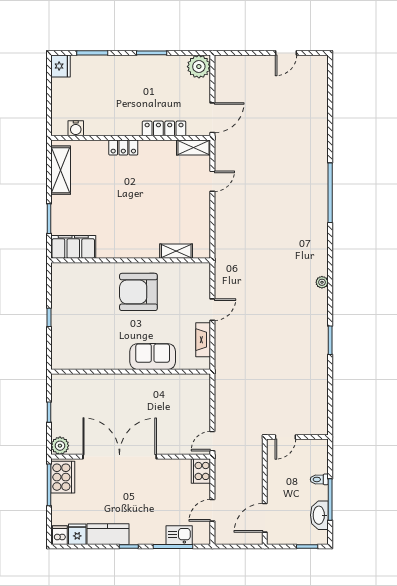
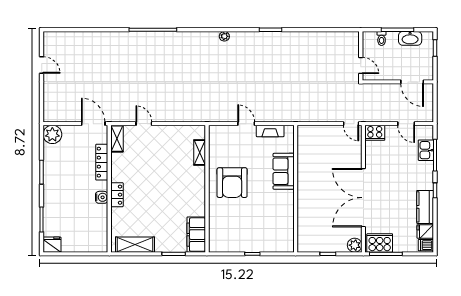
water cooler: (76, 128) -> (102, 197), moved
door: (285, 437) -> (361, 66), moved
wall: (297, 437) -> (361, 56), moved

